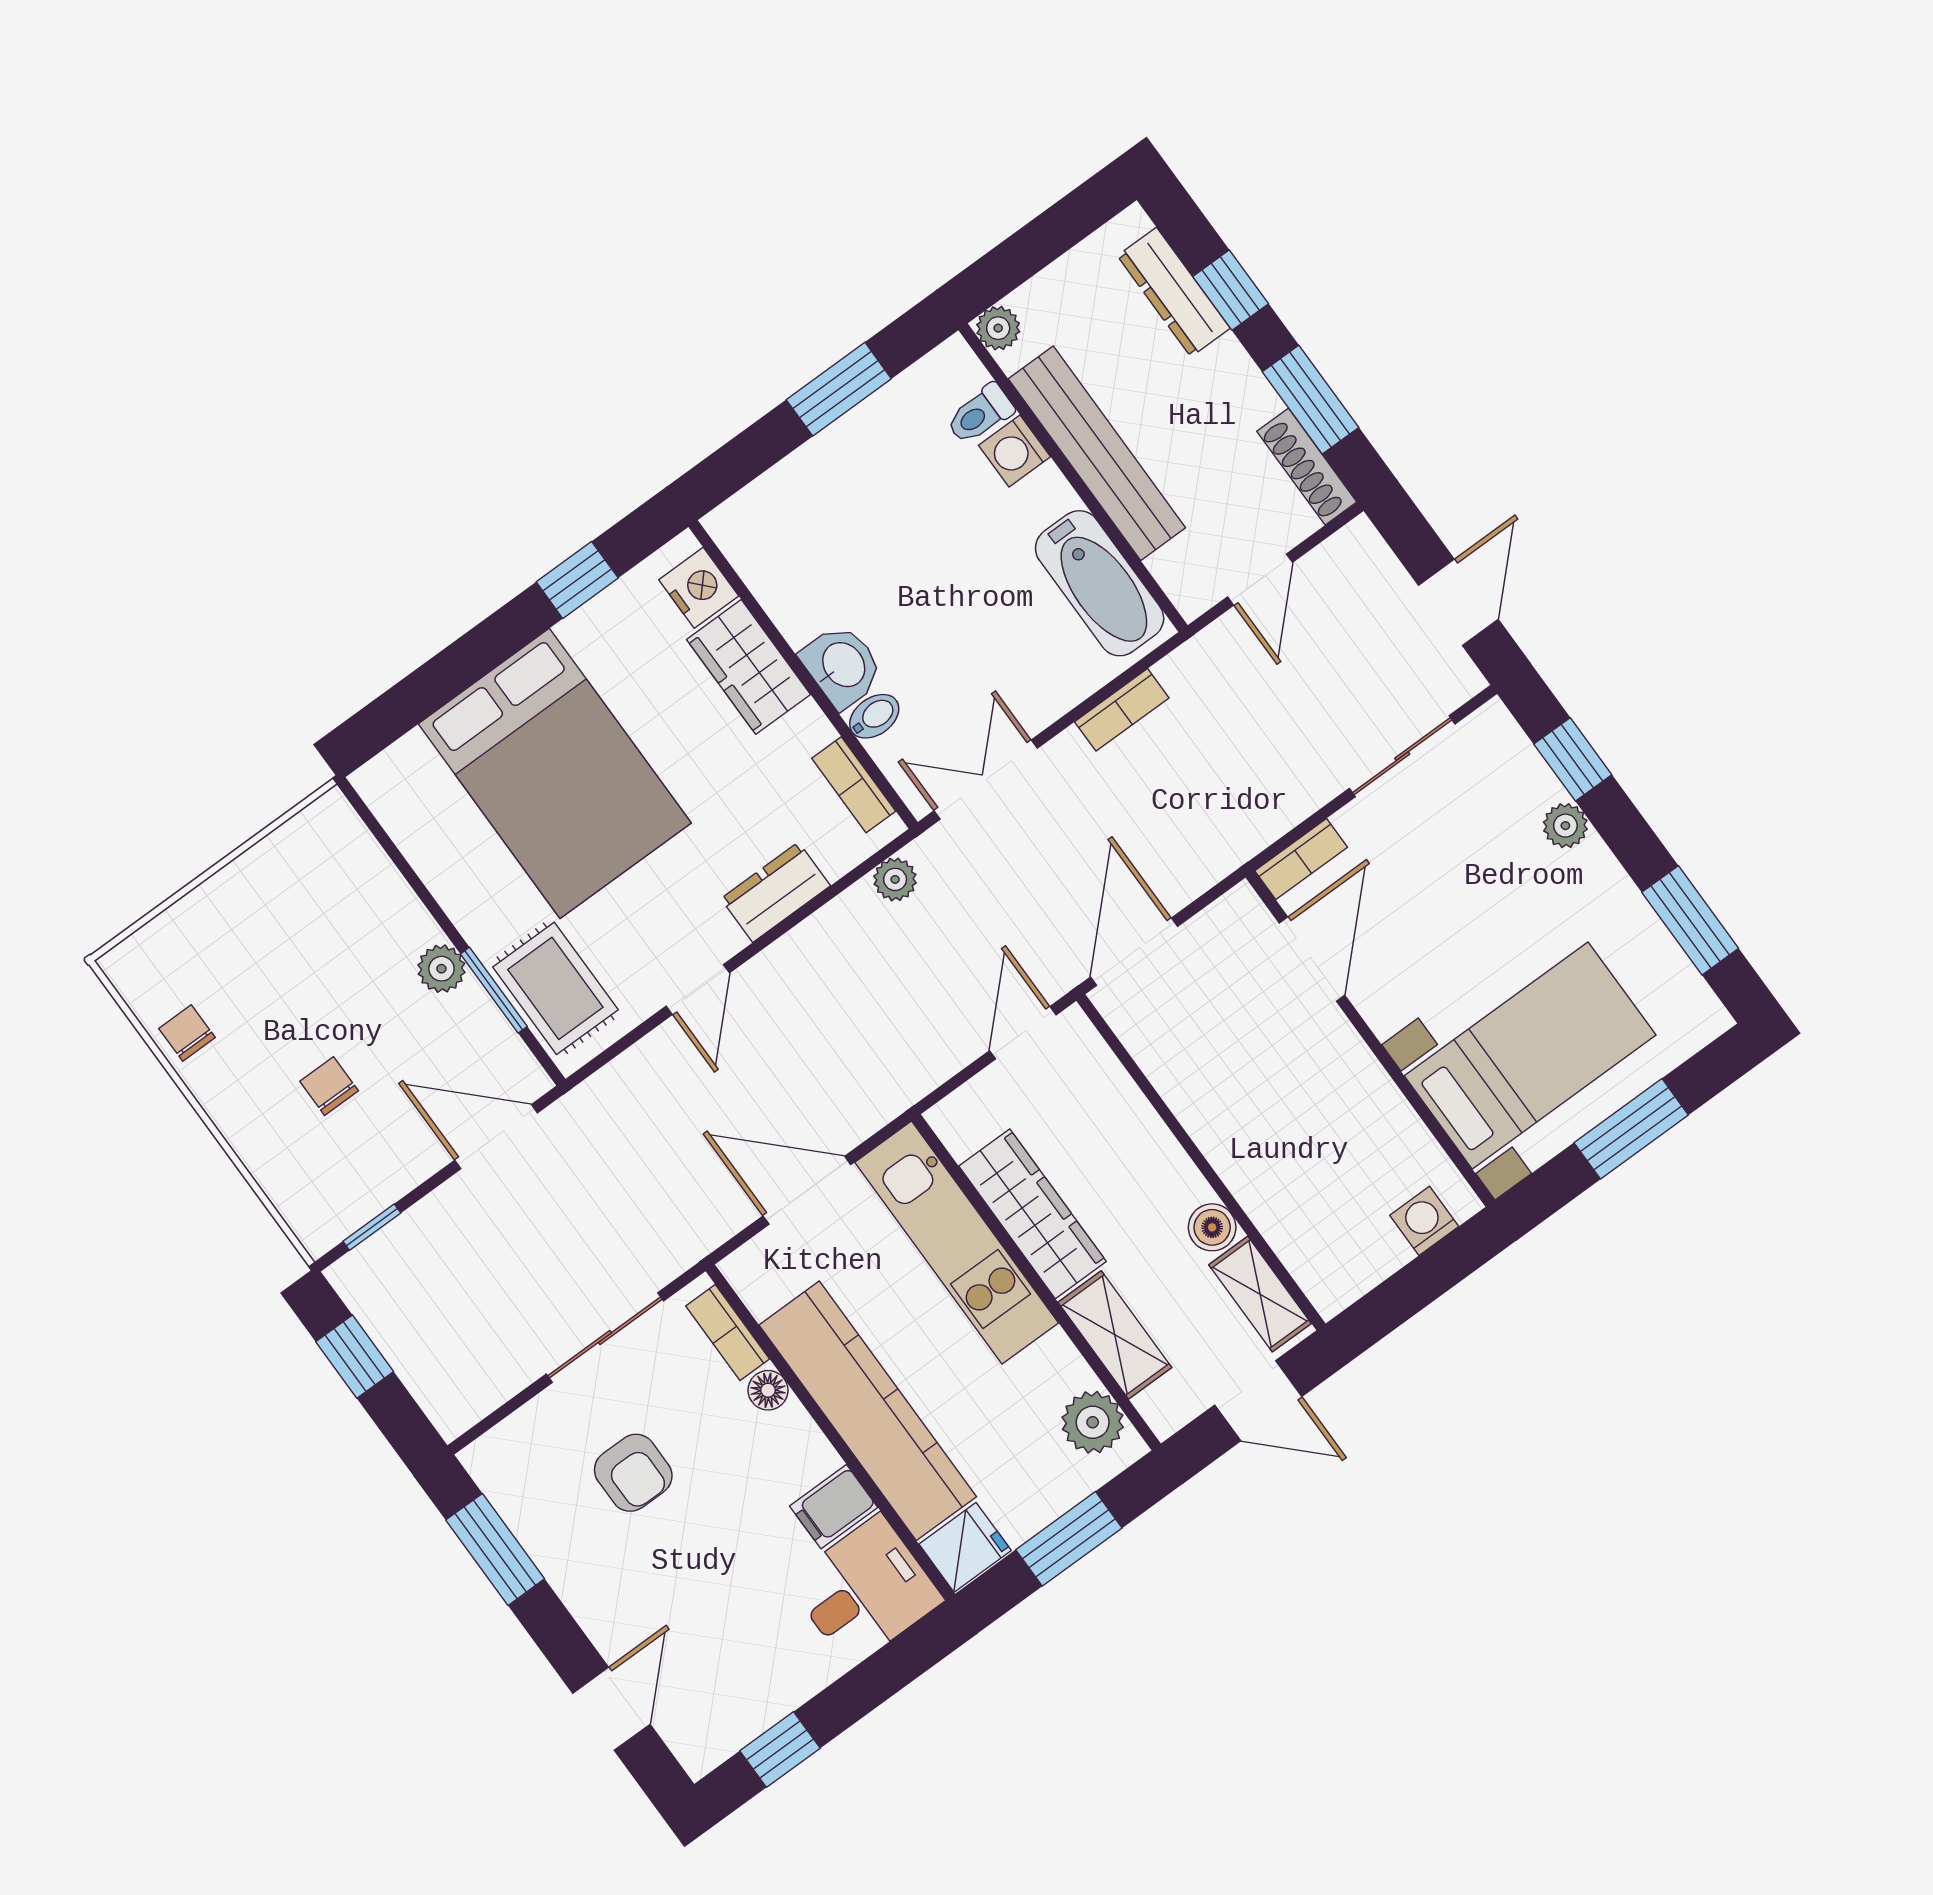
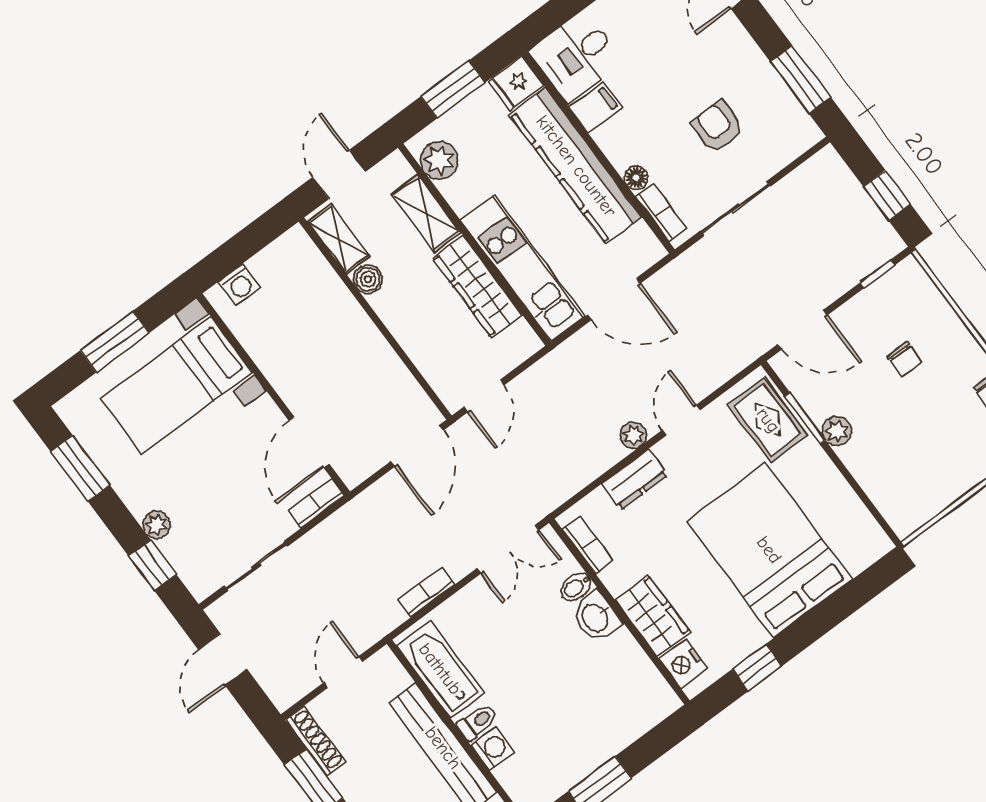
toilet: (980, 414) -> (478, 722), moved
plant: (895, 879) -> (633, 435), moved
door: (1258, 1401) -> (339, 174), hinge flipped

